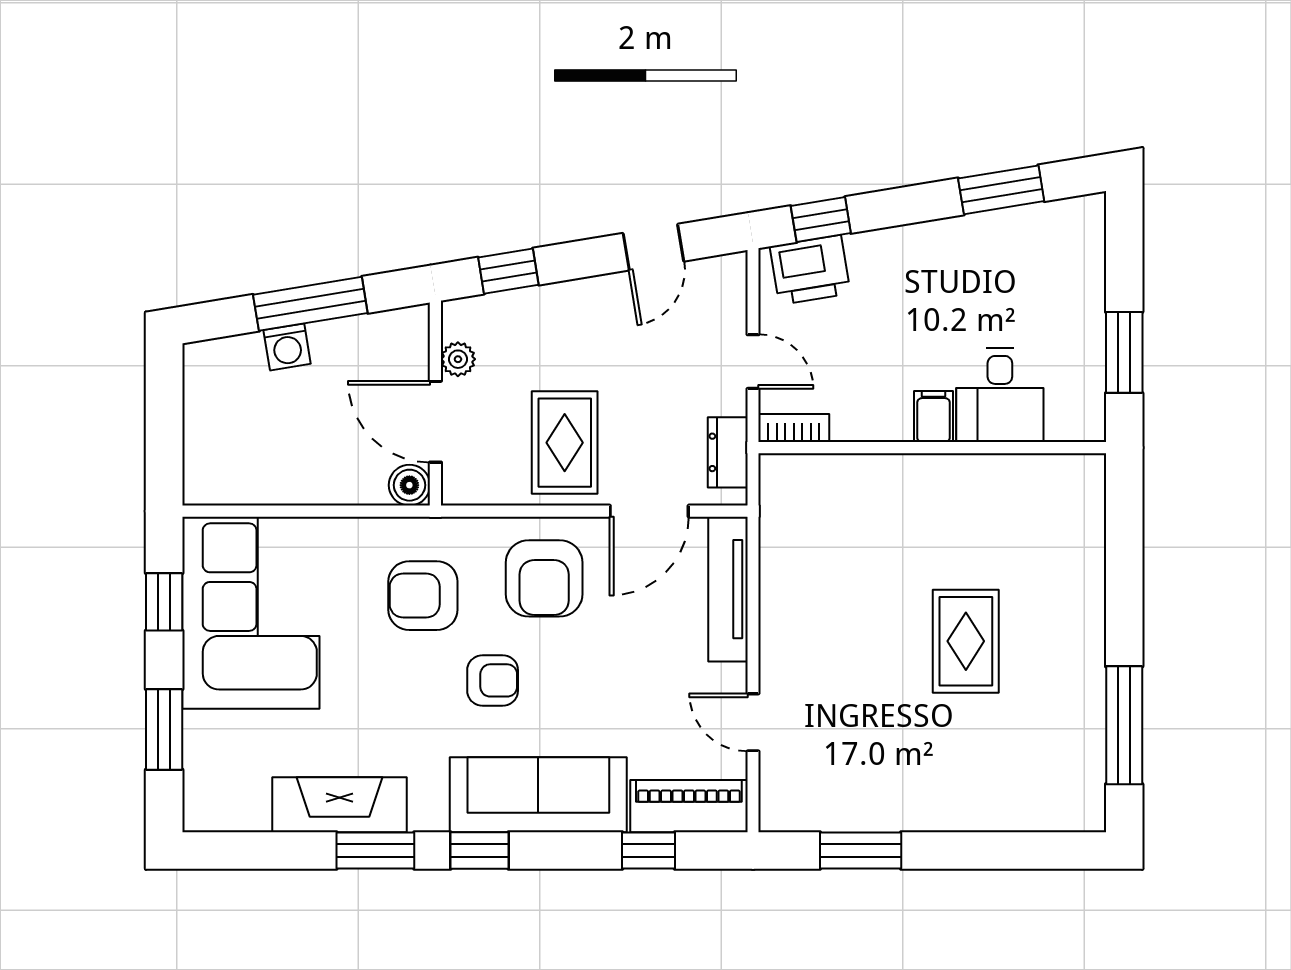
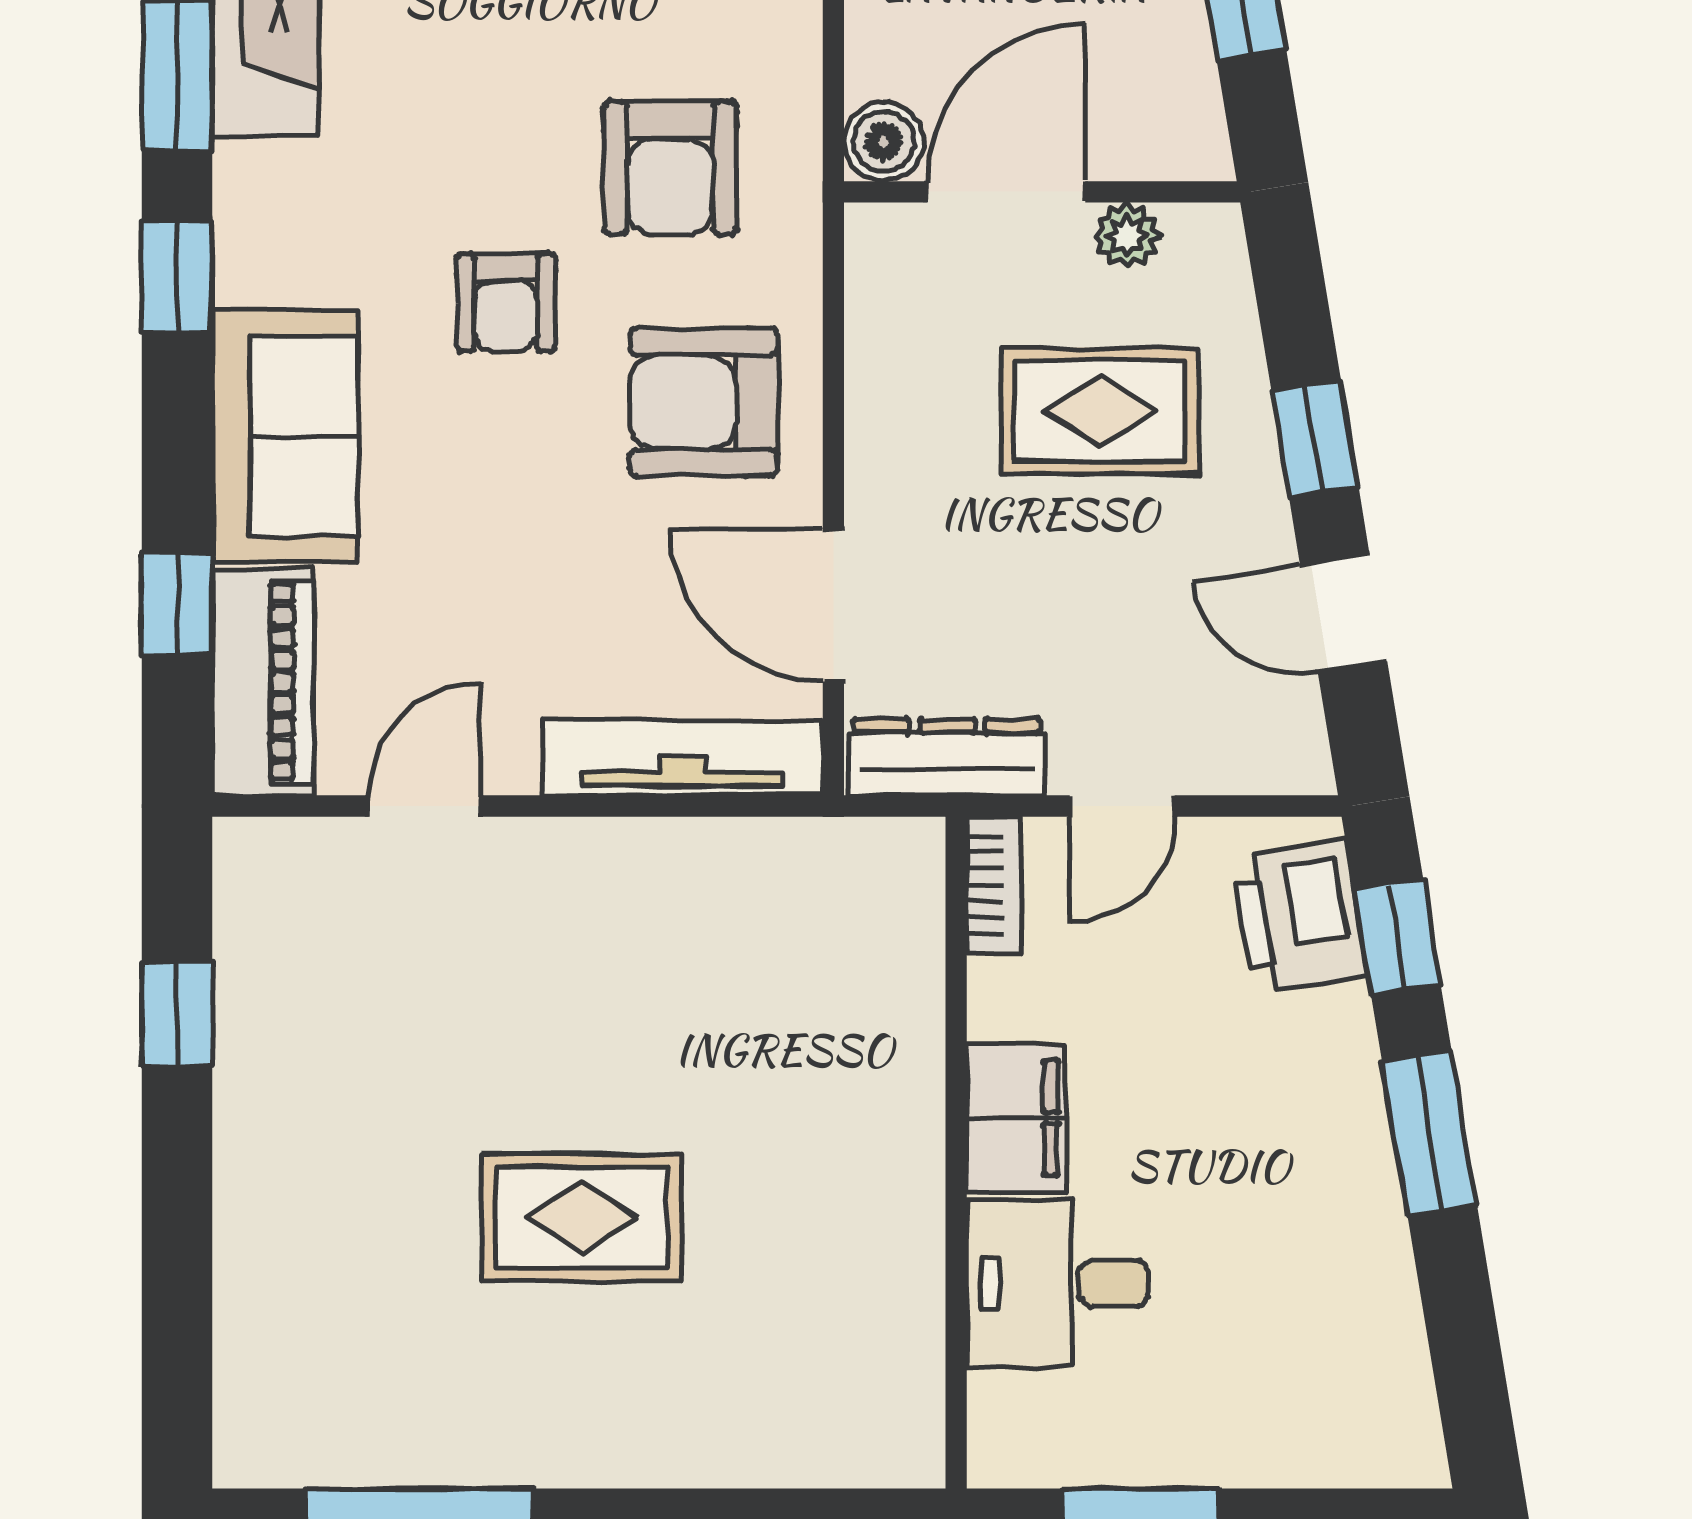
window: (1001, 190) -> (1429, 1133), moved
window: (508, 271) -> (1315, 439), moved
filing cabinet: (934, 416) -> (1016, 1118), width x2.00
rug: (565, 443) -> (1100, 411), moved
dresser: (728, 452) -> (947, 757), width x1.44
armchair: (423, 596) -> (670, 168), turned 180
sofa: (538, 795) -> (285, 436), width x0.73
window: (861, 851) -> (177, 1014), width x0.67

